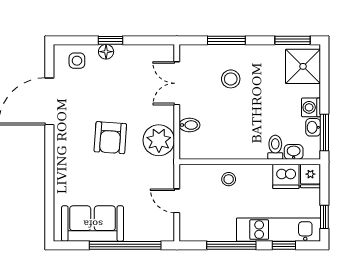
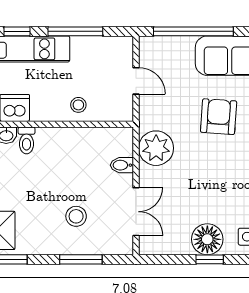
floor lamp: (106, 52) -> (207, 239), width x1.89, depth x1.89
armchair: (110, 138) -> (219, 117), moved

